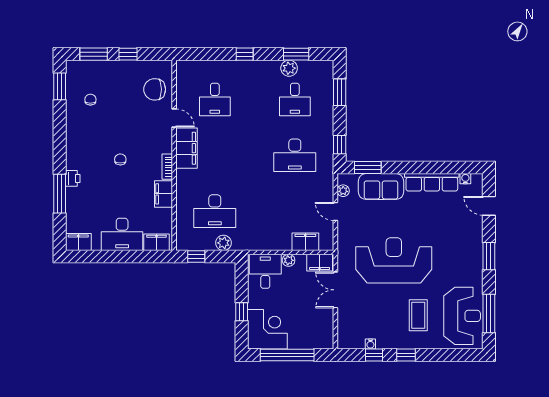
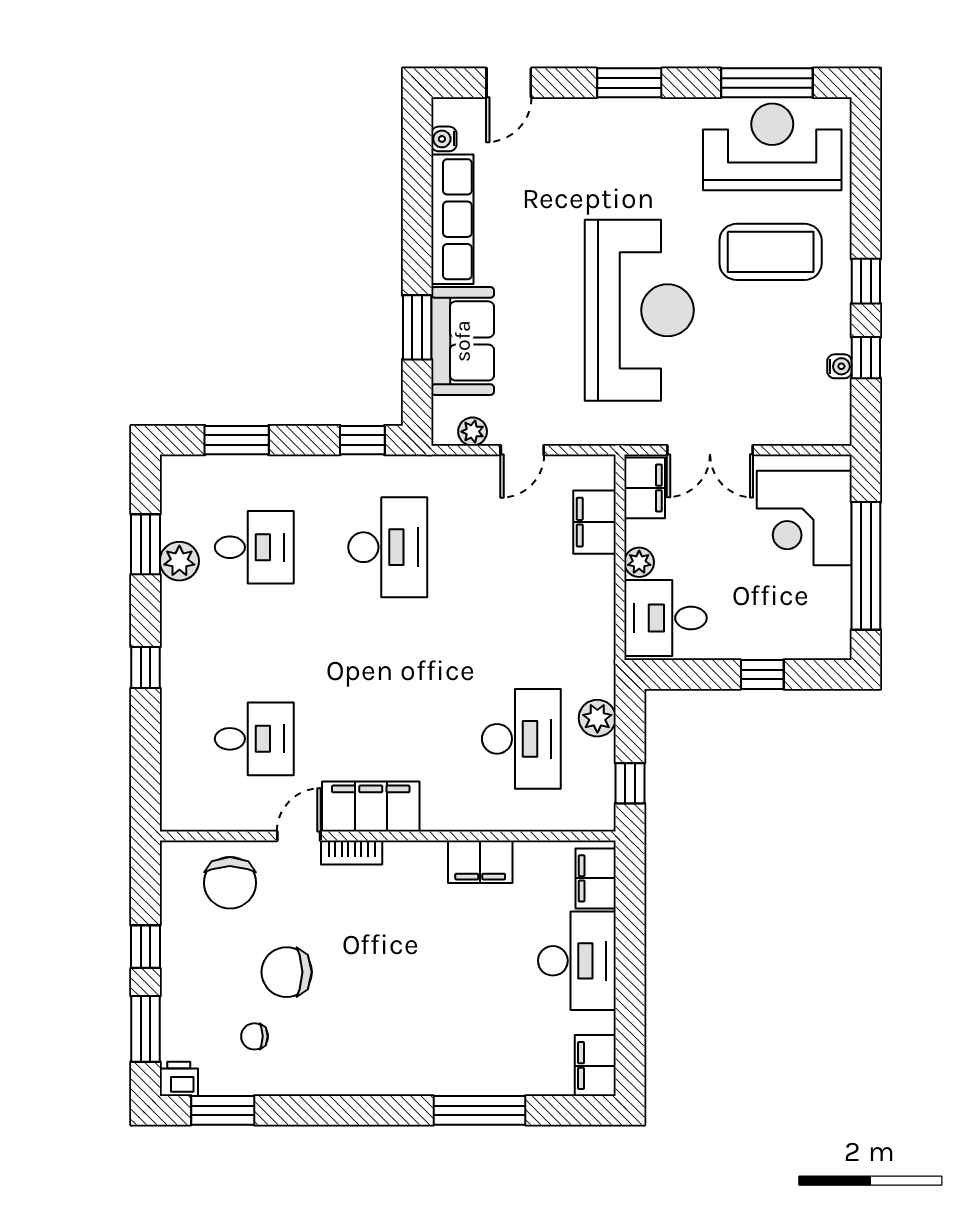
chair: (120, 159) -> (287, 972), moved, width x1.87, depth x1.87
bookcase: (167, 167) -> (352, 852), moved
window: (368, 168) -> (417, 327), moved
printer: (73, 178) -> (179, 1079), moved
reception desk: (394, 260) -> (639, 310), turned 180
coffee table: (418, 315) -> (771, 252), width x1.36, depth x1.32
corner desk: (267, 329) -> (804, 518), moved, turned -90

